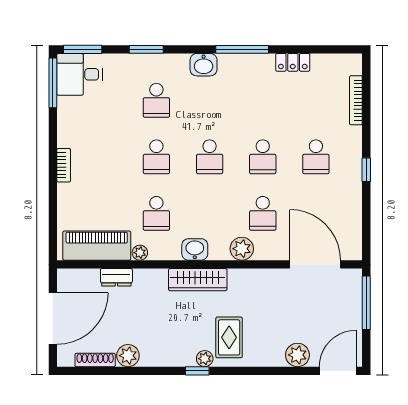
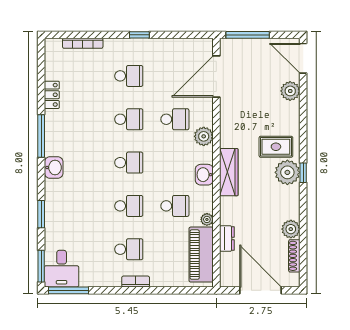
school desk: (156, 100) -> (129, 249), moved
plant: (205, 359) -> (287, 172), width x1.88, depth x1.88

